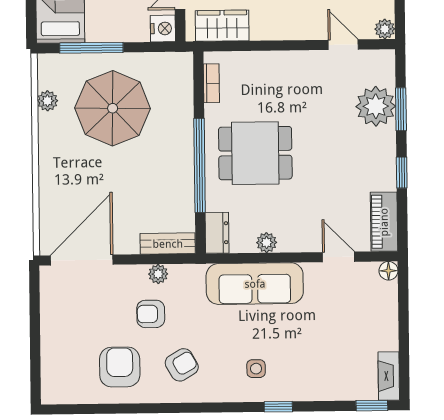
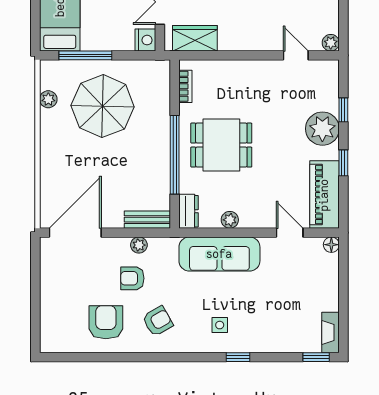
plant: (376, 106) -> (322, 129), moved
window: (401, 109) -> (343, 110), width x0.67
piano: (384, 222) -> (324, 195), width x1.37, depth x1.33

